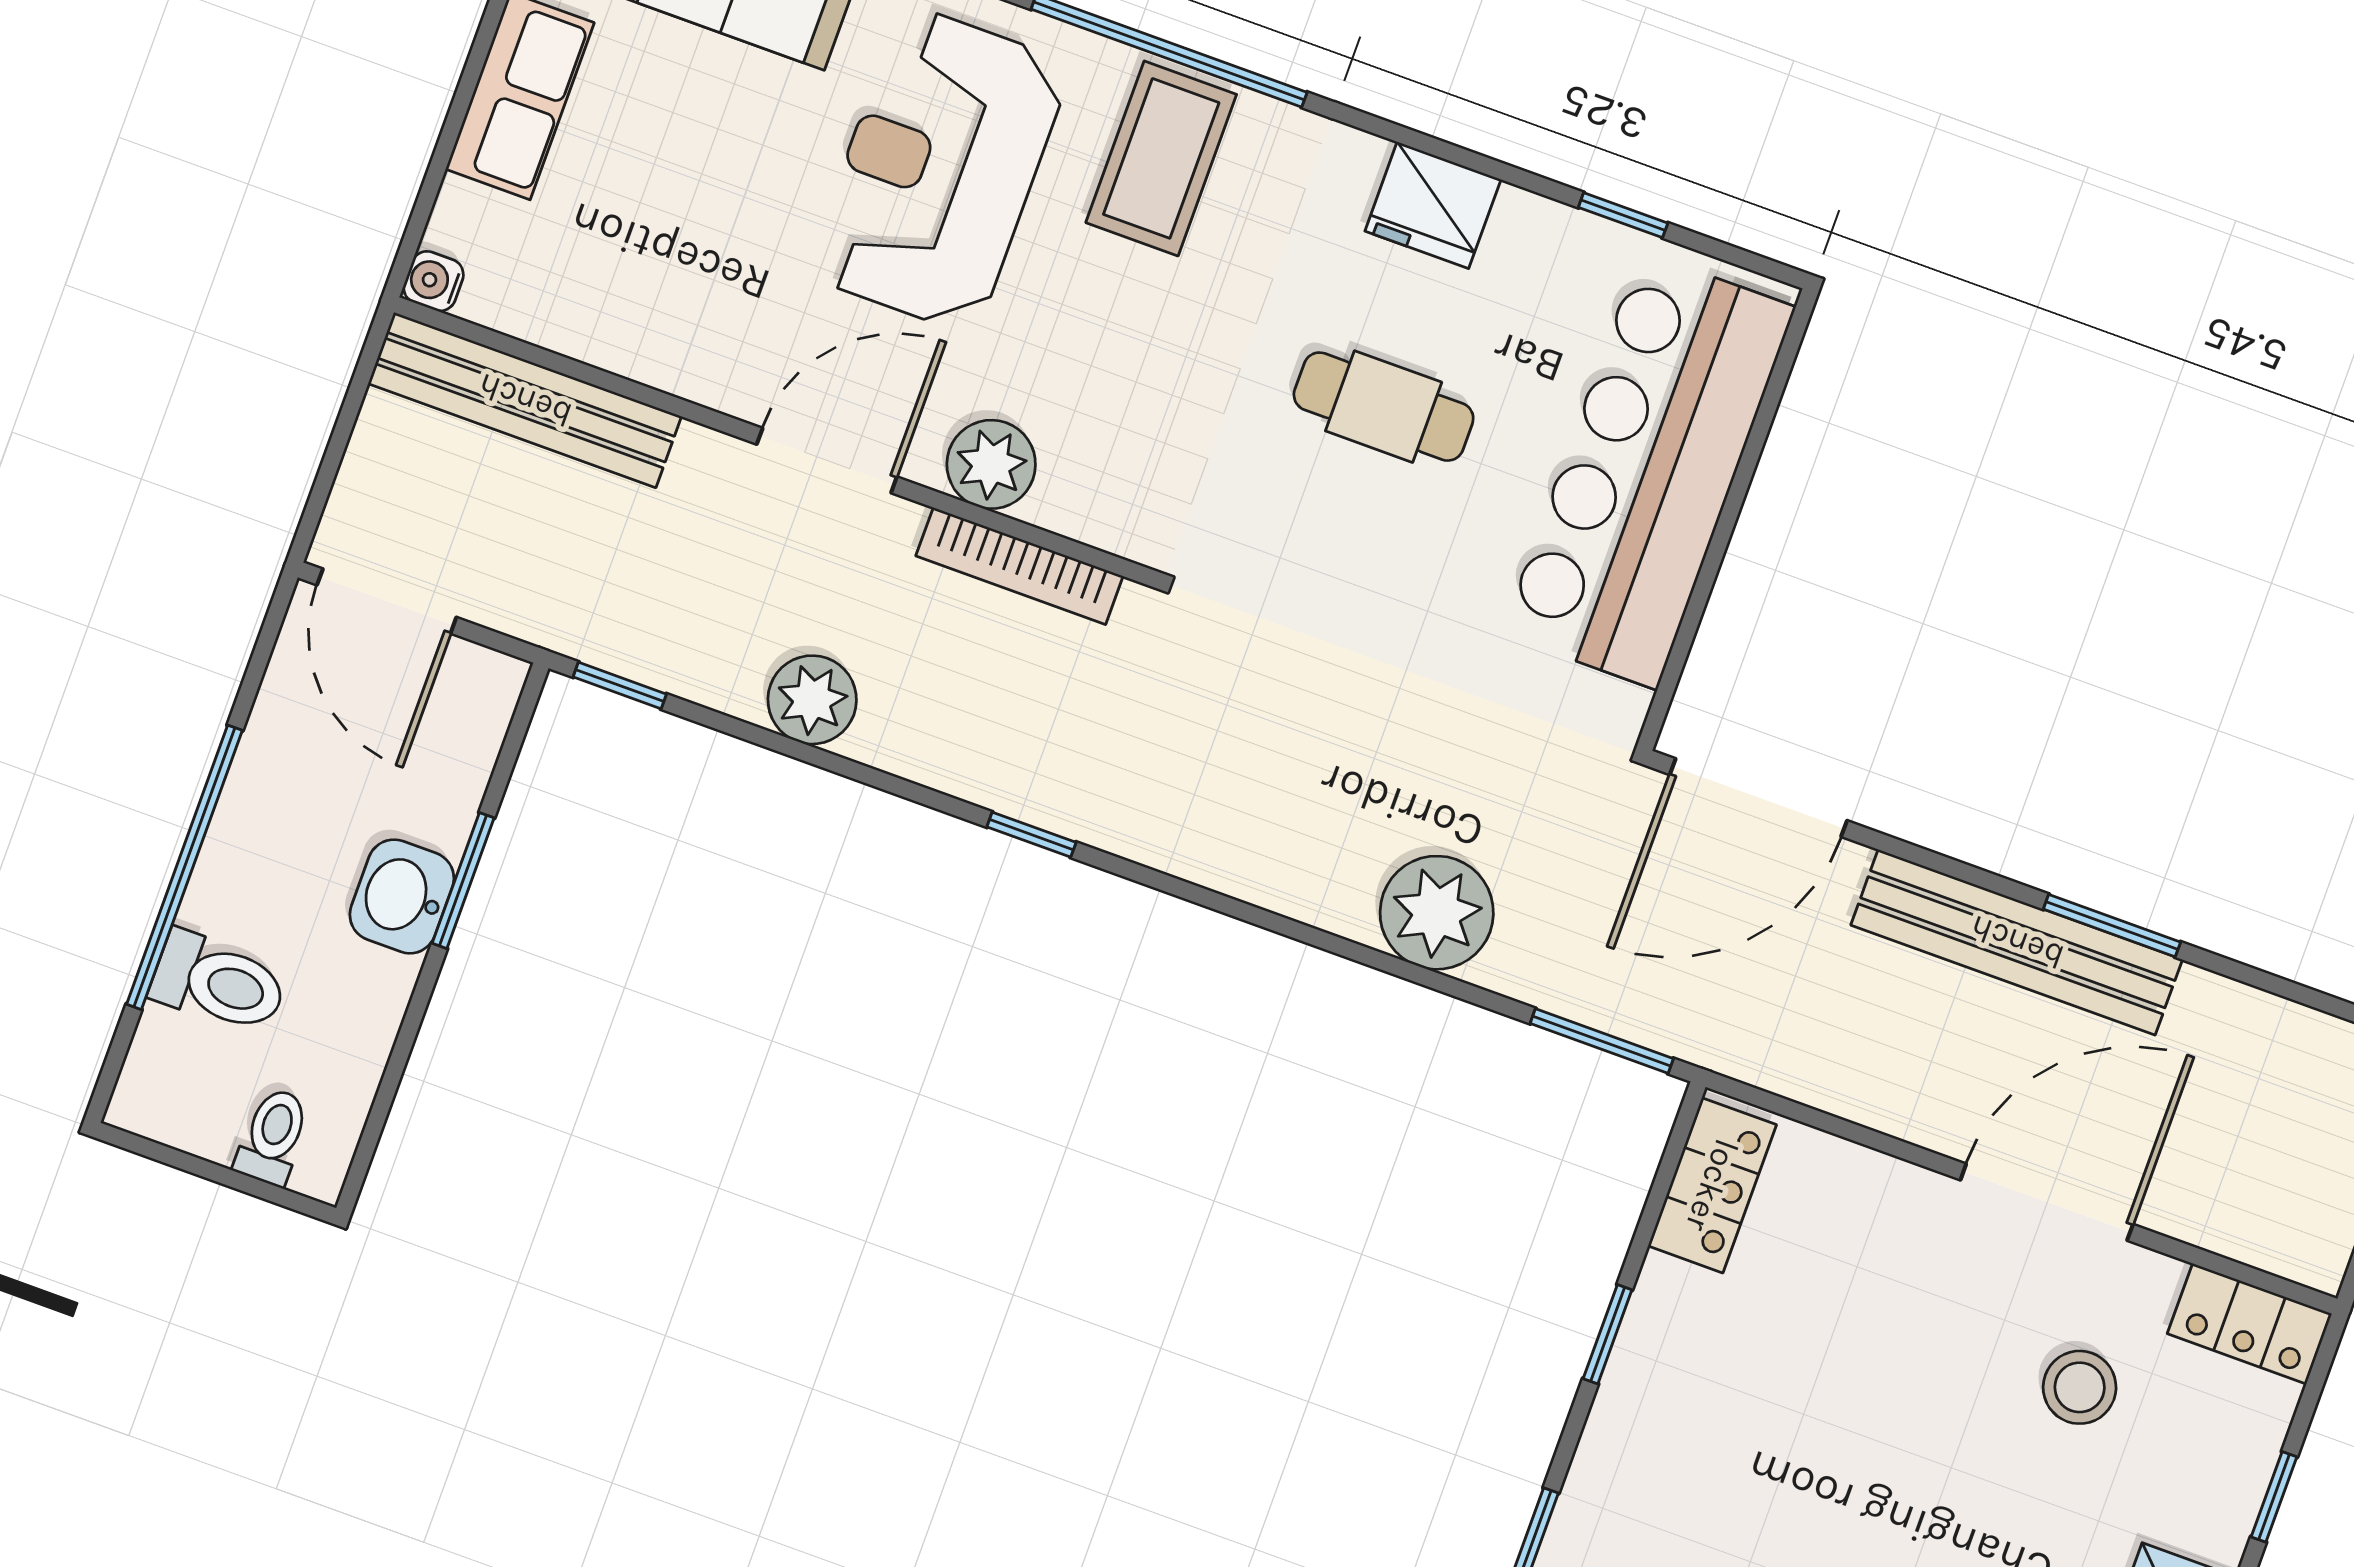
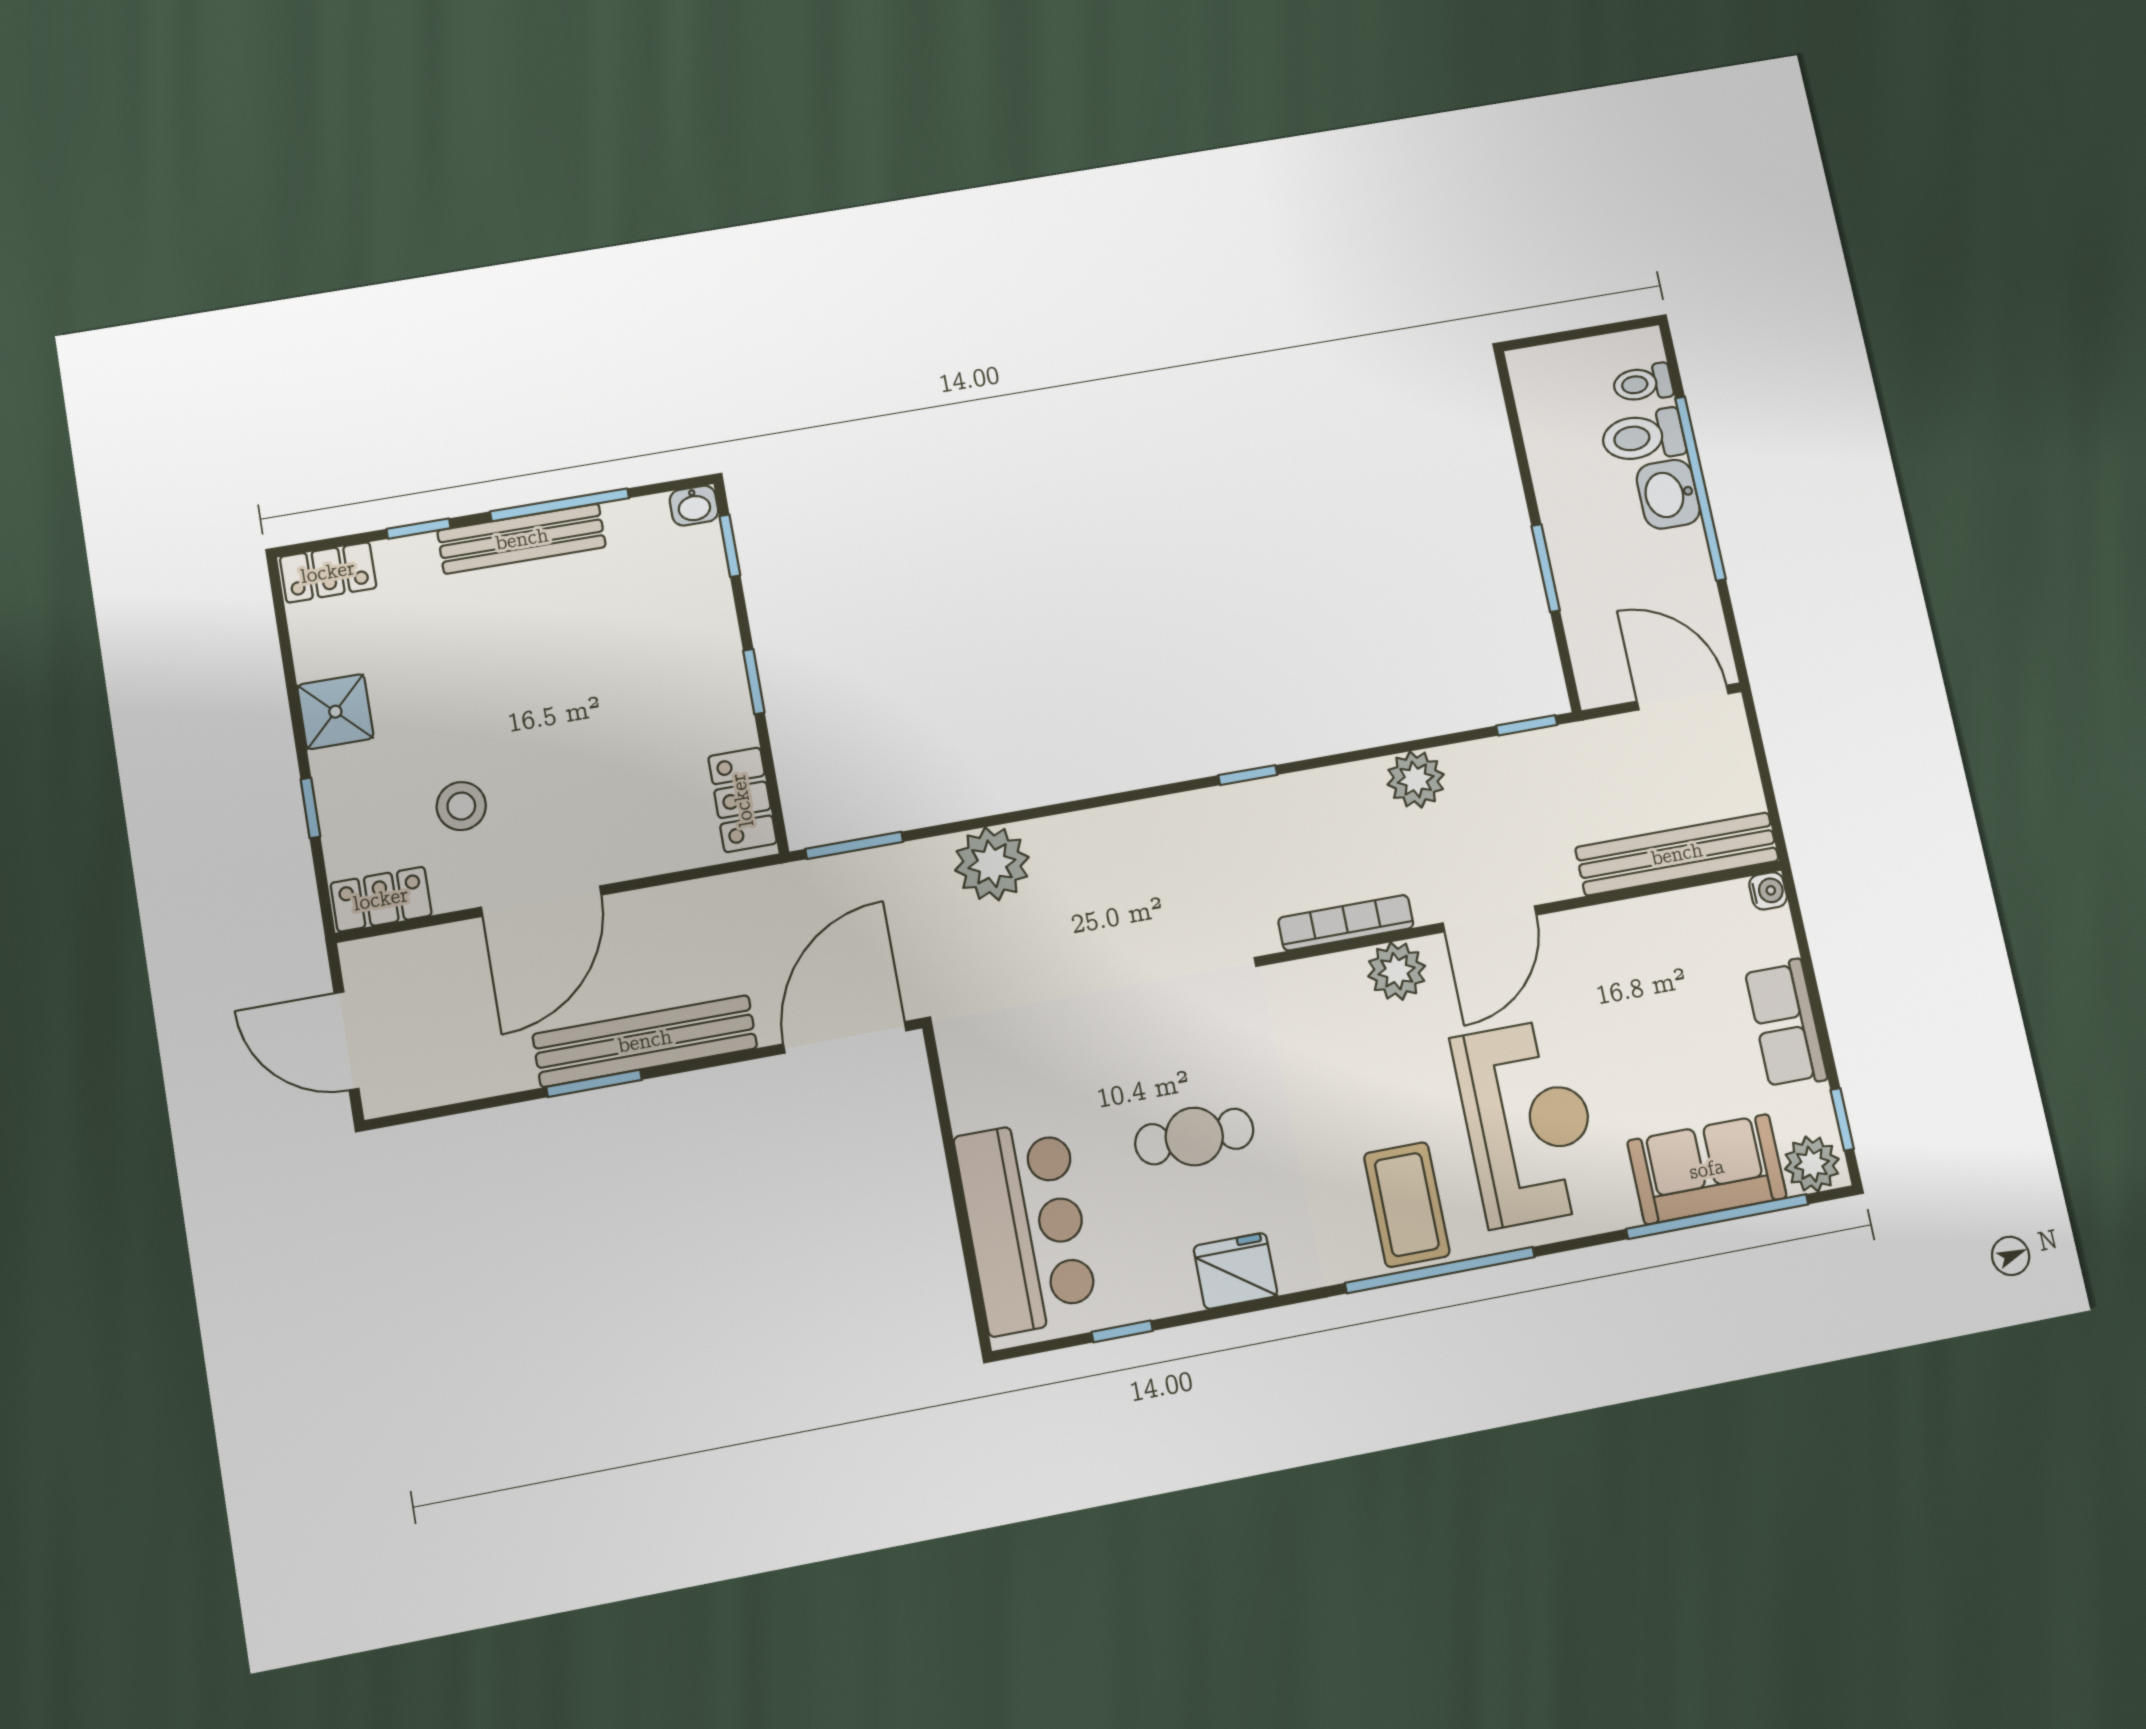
bar counter: (1649, 470) -> (1026, 1227), width x0.73
washbasin: (402, 896) -> (1668, 494), moved, turned 180
toilet: (273, 1137) -> (1643, 383), moved, turned 90

